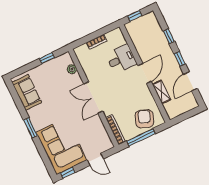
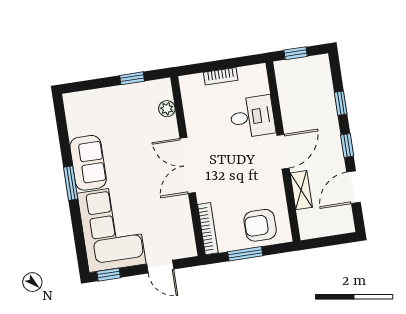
sofa: (27, 92) -> (88, 163), moved
armchair: (144, 119) -> (260, 225), turned -110
window: (141, 137) -> (245, 254), width x0.69

